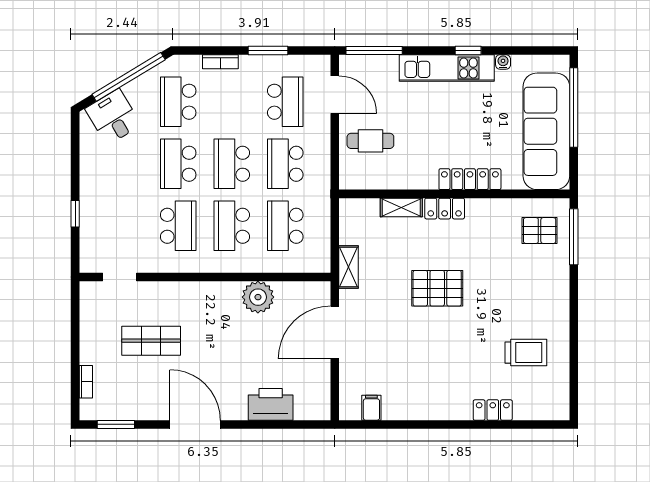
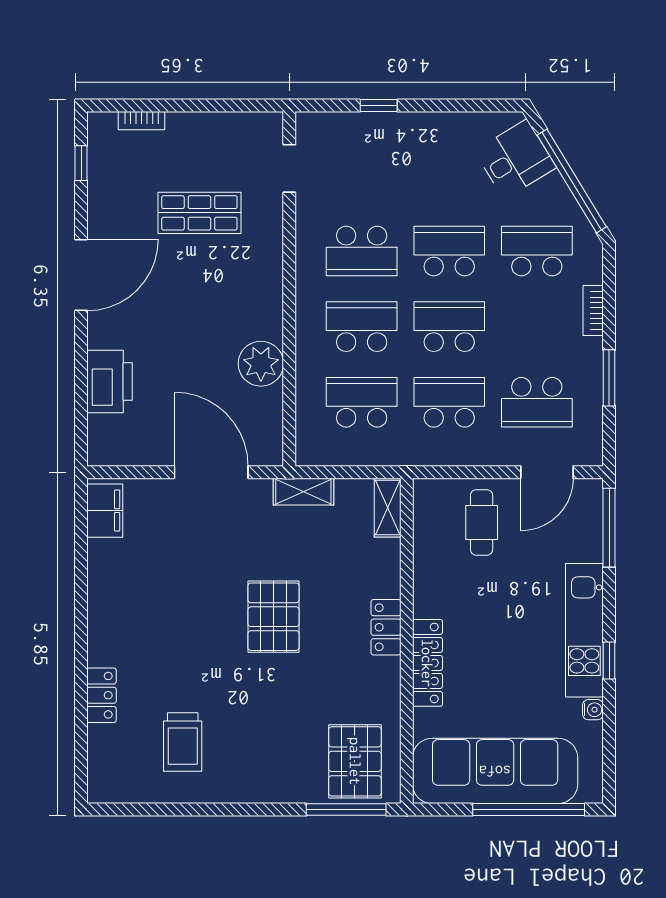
shelving: (401, 207) -> (388, 508), moved
pallet: (540, 231) -> (355, 761), width x1.50, depth x1.42
shop shelf: (151, 341) -> (199, 213), turned 90
filing cabinet: (371, 408) -> (105, 511), width x2.00
window: (116, 424) -> (81, 163), width x0.67

